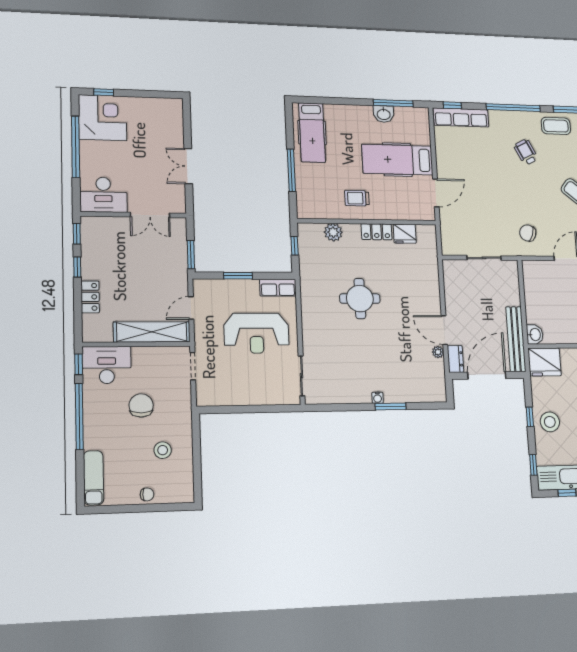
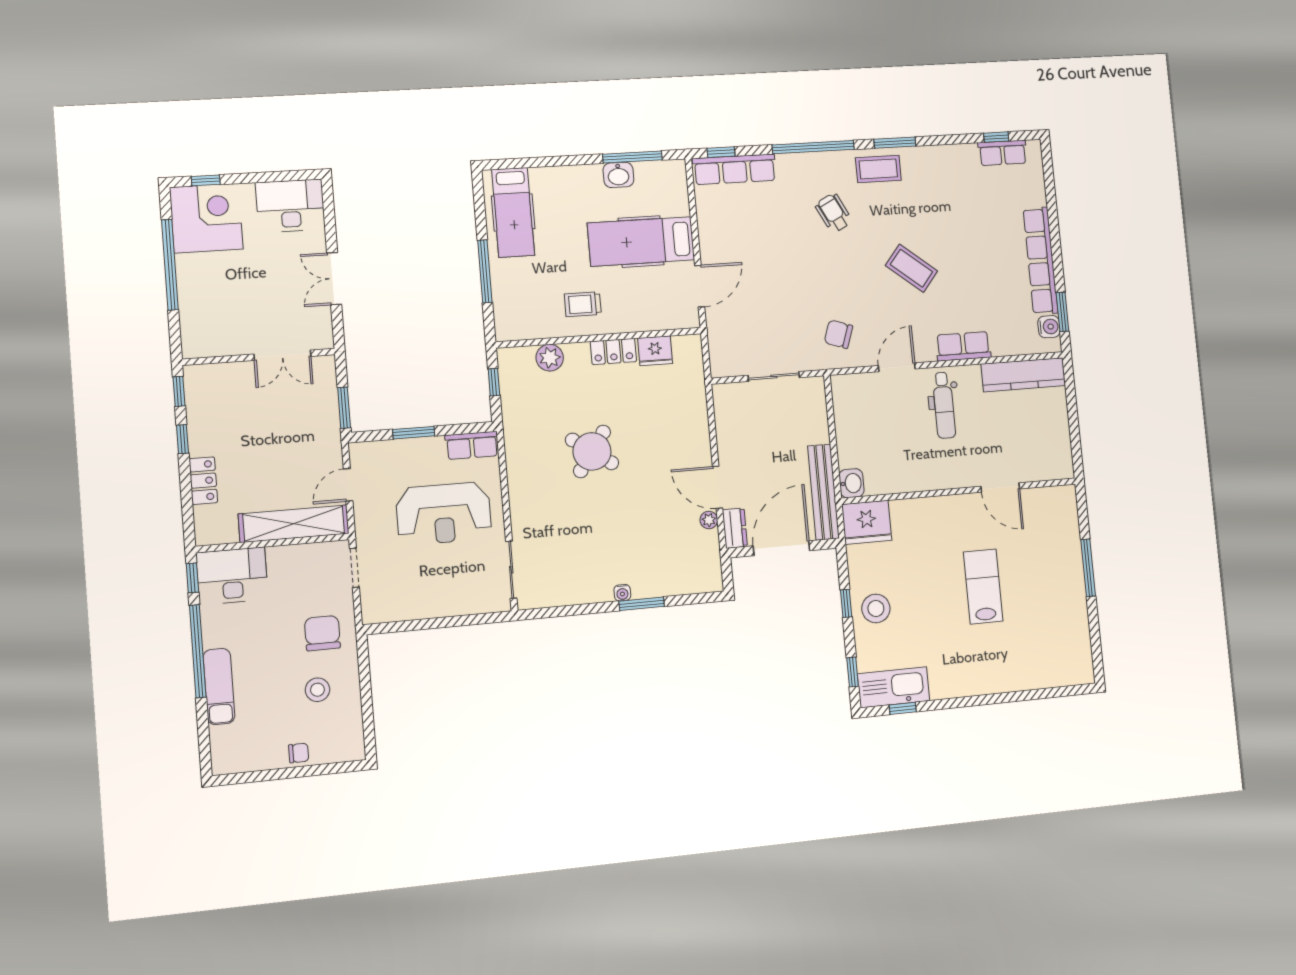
desk: (103, 195) -> (290, 206), moved, turned 180
round table: (360, 299) -> (592, 451), turned 35
chair: (141, 405) -> (322, 633), moved
exam couch: (93, 478) -> (219, 687), moved

